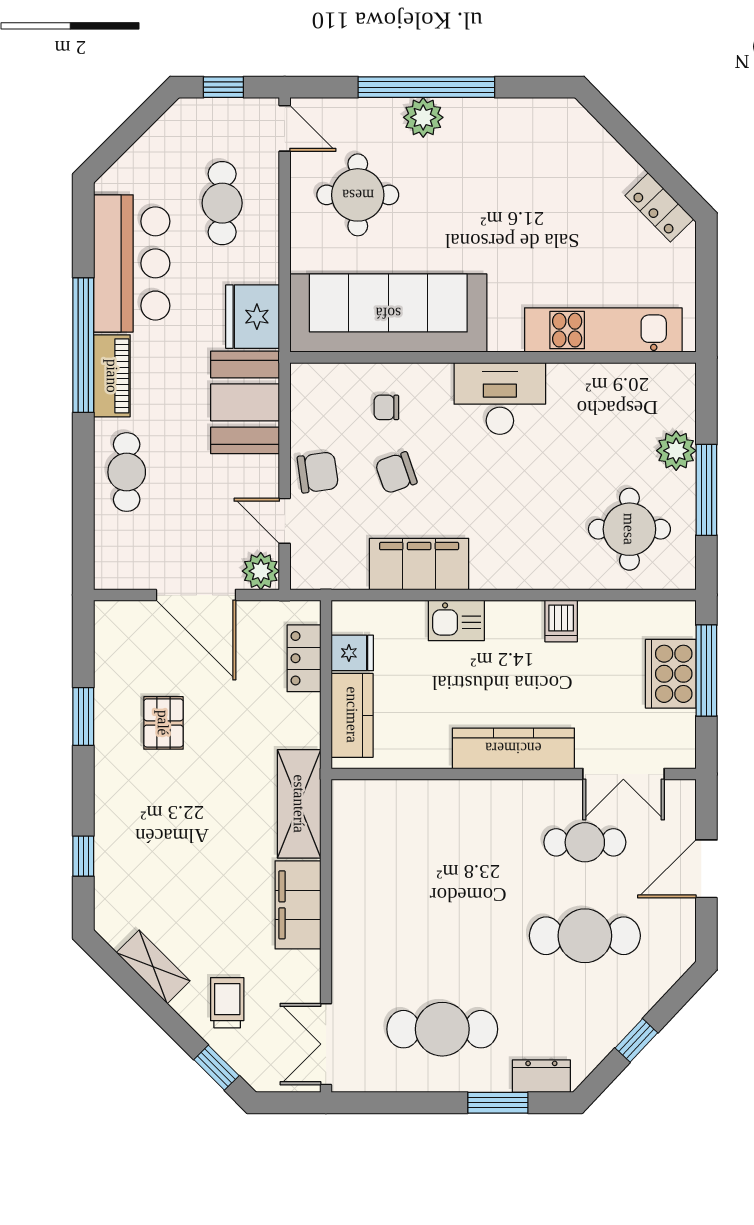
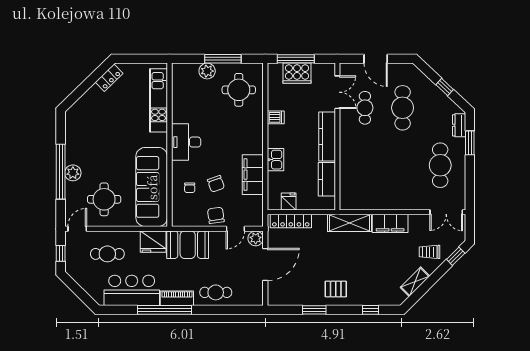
locker: (304, 658) -> (291, 221), width x1.53
kitchen counter: (352, 715) -> (327, 179), moved, turned -90
pallet: (163, 723) -> (336, 289), moved

